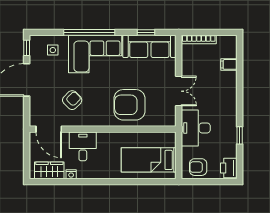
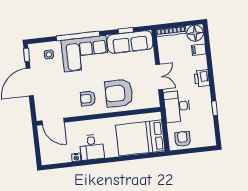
floor lamp: (227, 45) -> (195, 33), added
armchair: (72, 100) -> (88, 99), moved, turned -135
desk: (83, 146) -> (92, 147), moved, turned 180
bed: (149, 160) -> (140, 138), width x1.50
armchair: (198, 167) -> (183, 139), turned 90
printer: (229, 168) -> (202, 78), moved
wardrobe: (49, 170) -> (58, 156), removed

